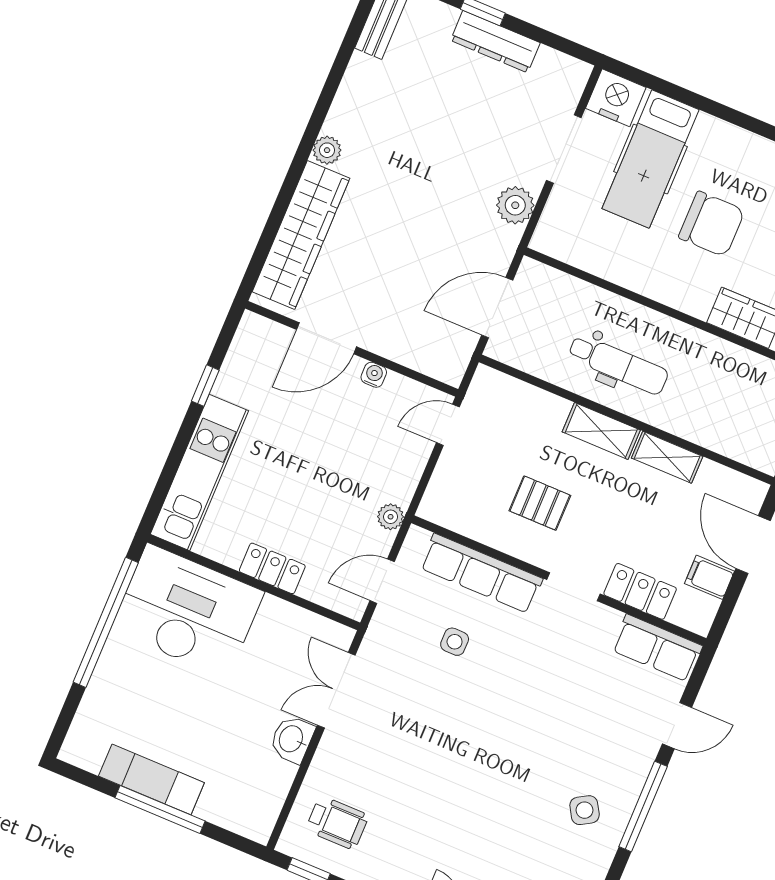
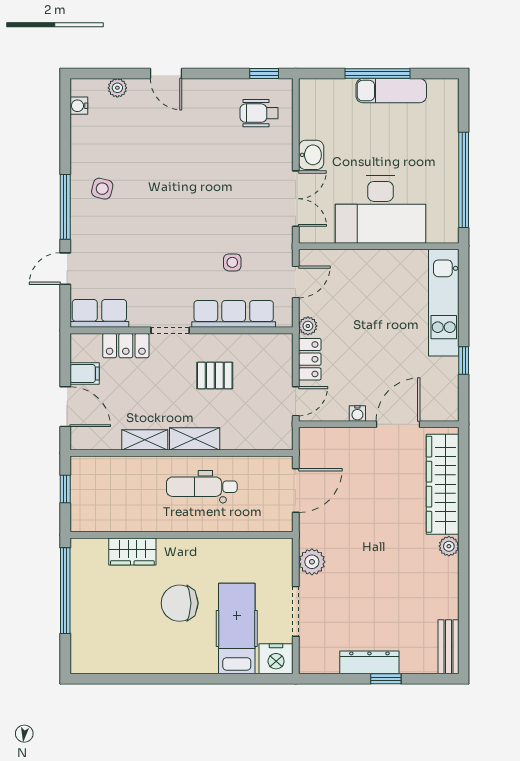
locker: (272, 568) -> (310, 359), moved, turned -90
desk: (187, 611) -> (381, 210), moved
side table: (585, 810) -> (102, 189), turned 45

